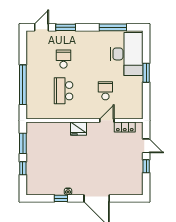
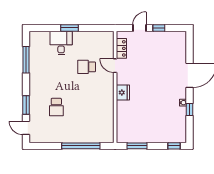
desk: (127, 54) -> (61, 43), width x0.53, depth x0.77
school desk: (63, 59) -> (56, 107), turned -90
school desk: (63, 91) -> (87, 107), removed
window: (23, 168) -> (174, 146), moved

